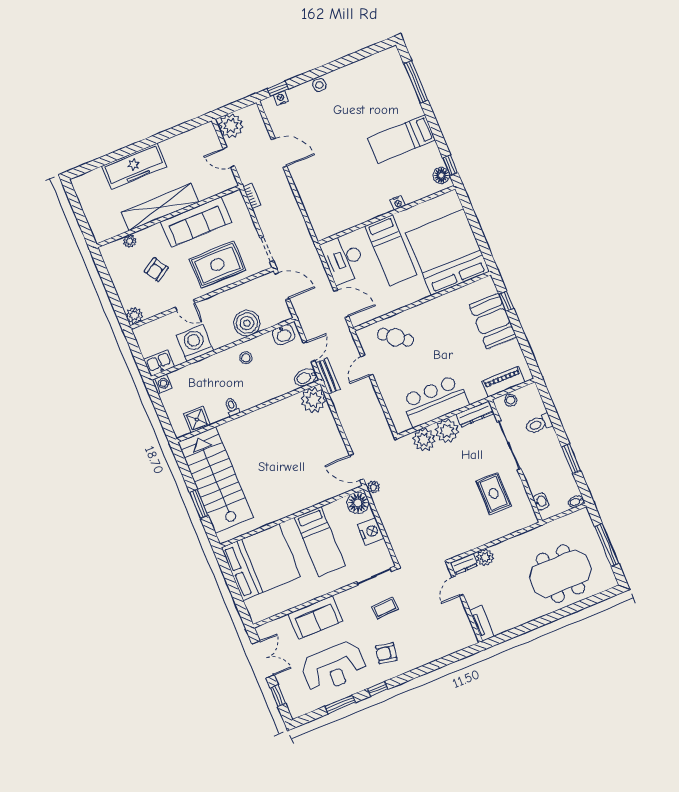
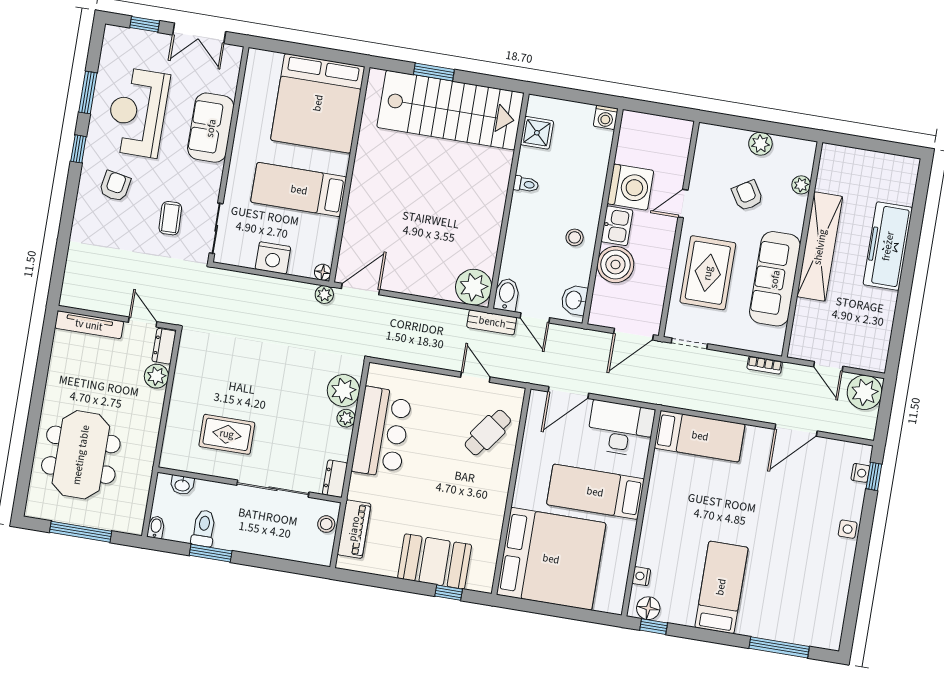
door: (229, 157) -> (828, 366), swing flipped
nightstand: (398, 203) -> (641, 576), moved
bed: (319, 209) -> (700, 436), added
plant: (134, 315) -> (760, 144), moved
kitchen sink: (159, 363) -> (617, 226), moved
dresser: (475, 414) -> (335, 479), width x0.70
toilet: (539, 424) -> (204, 528), moved
plant: (447, 431) -> (346, 418), width x0.53, depth x0.53
floor lamp: (358, 503) -> (323, 272), width x0.53, depth x0.53
tv unit: (482, 623) -> (89, 325), width x1.41

